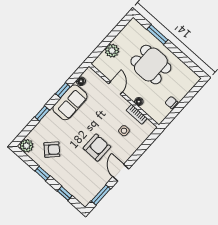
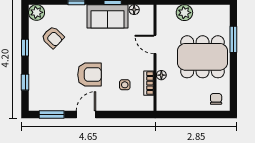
dining table: (151, 65) -> (203, 57), width x1.37
door: (115, 88) -> (155, 44), swing flipped
chair: (171, 102) -> (216, 99), moved

